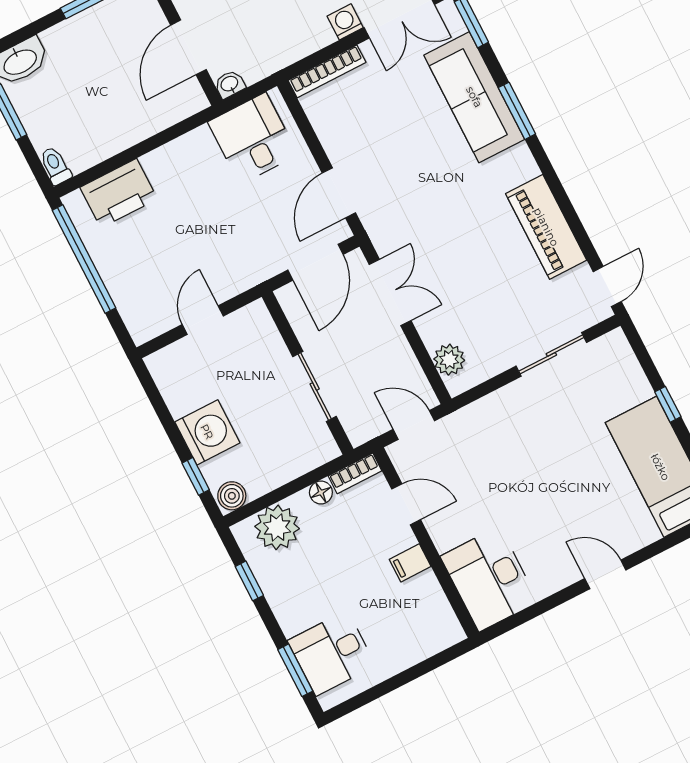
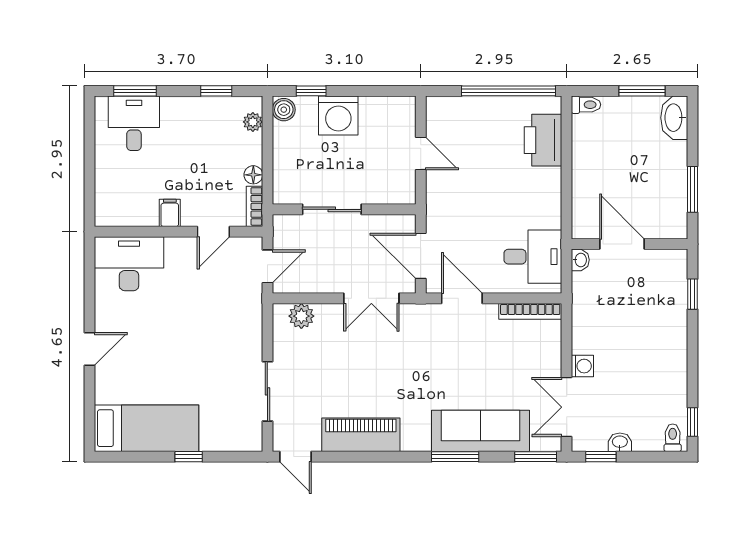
bookcase: (327, 71) -> (530, 311), moved, turned -90
plant: (277, 527) -> (253, 122), width x0.53, depth x0.53

